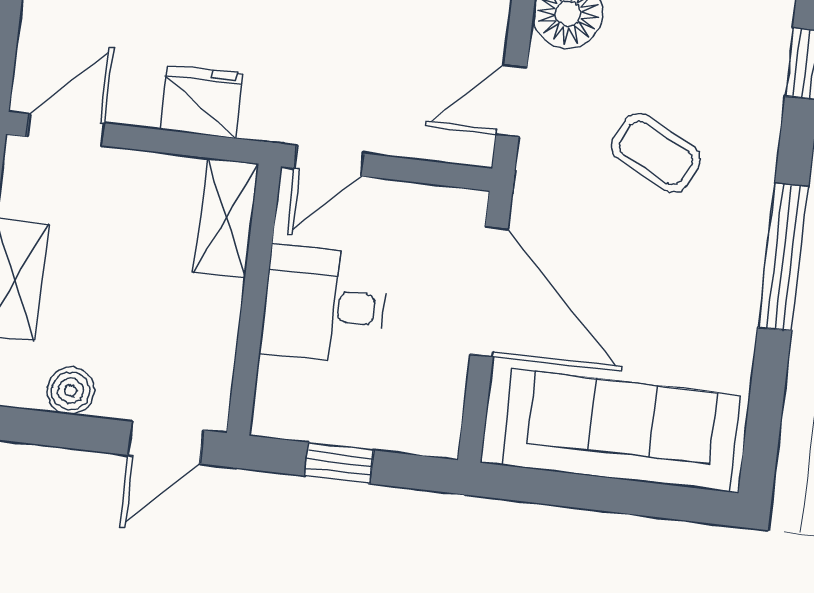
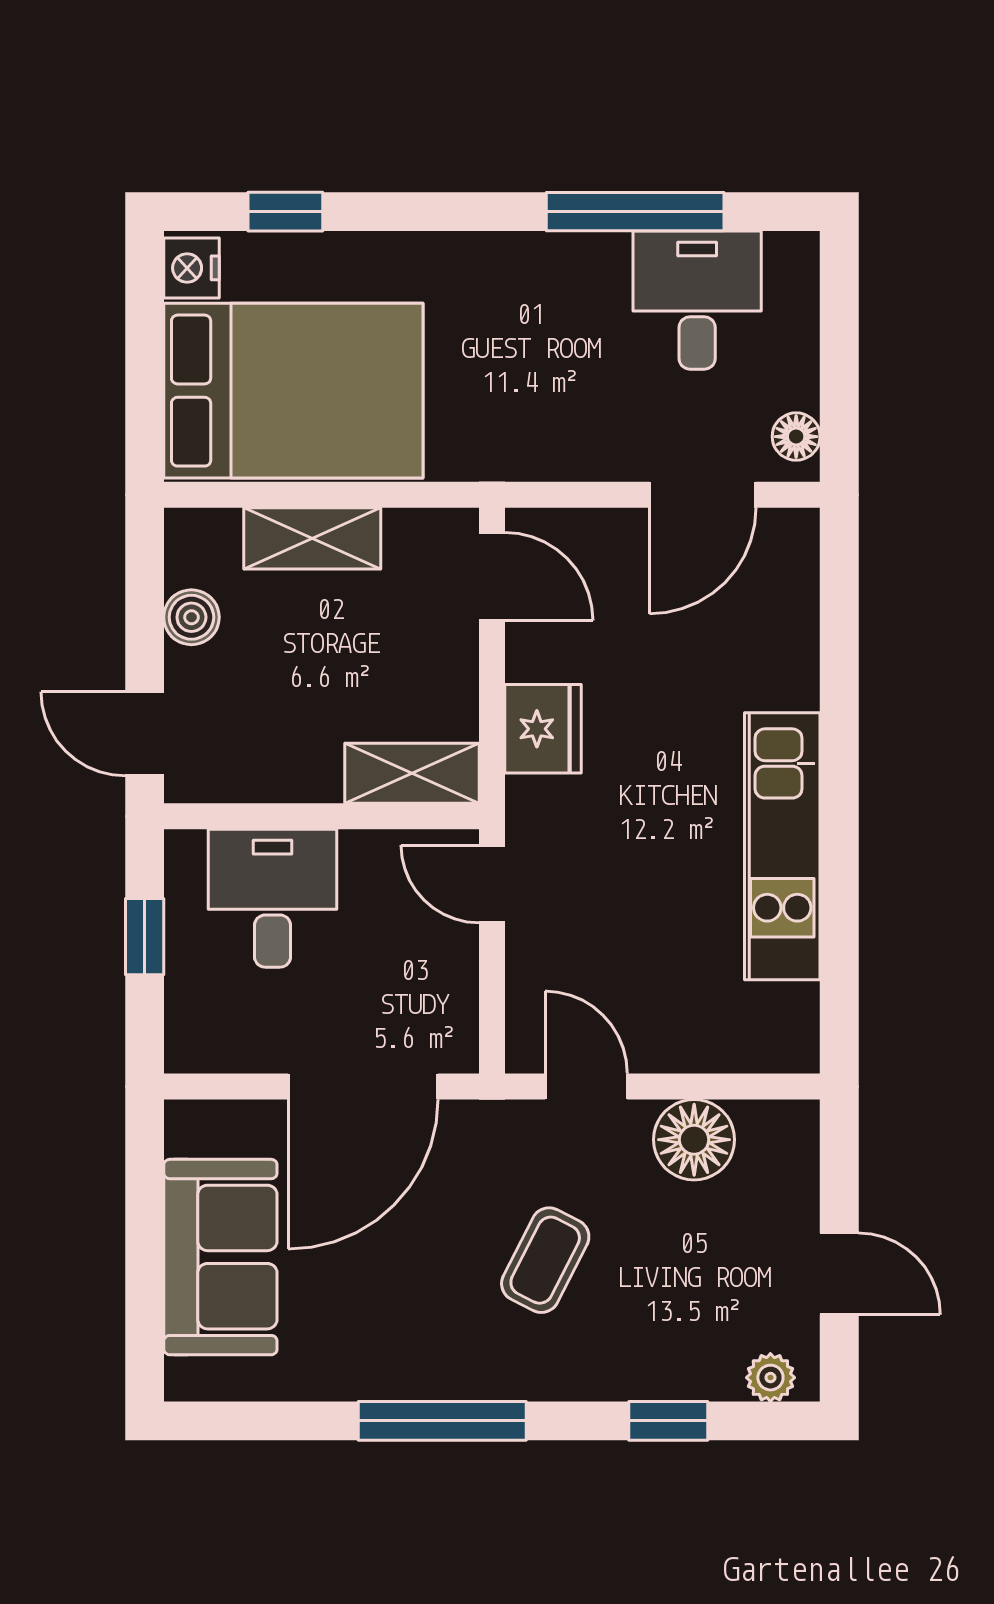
desk: (324, 305) -> (273, 898), moved
sofa: (621, 430) -> (220, 1257), width x0.73

